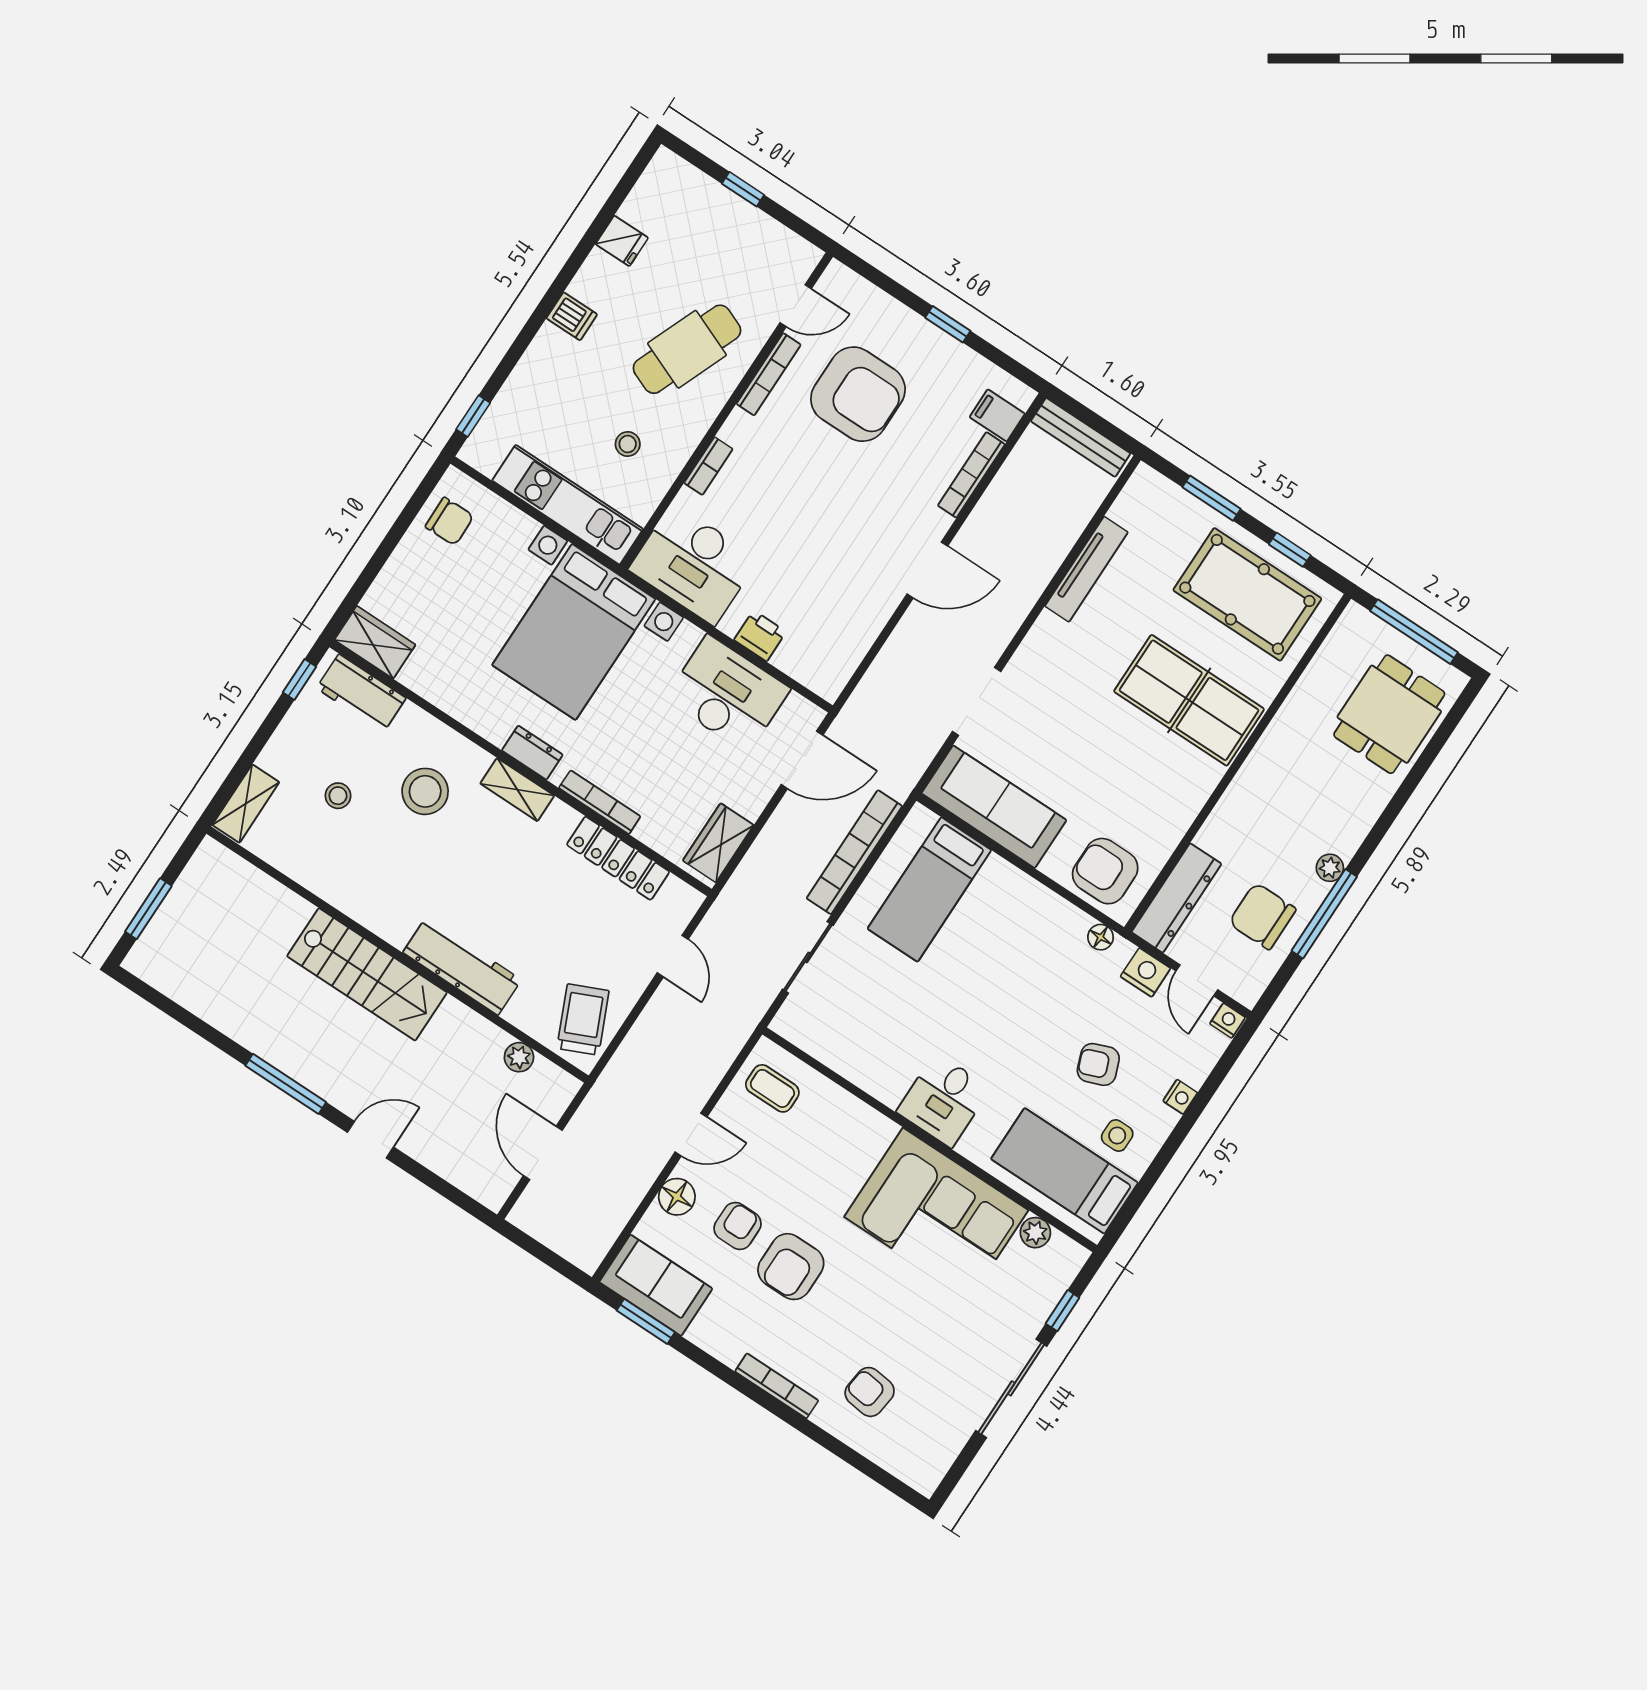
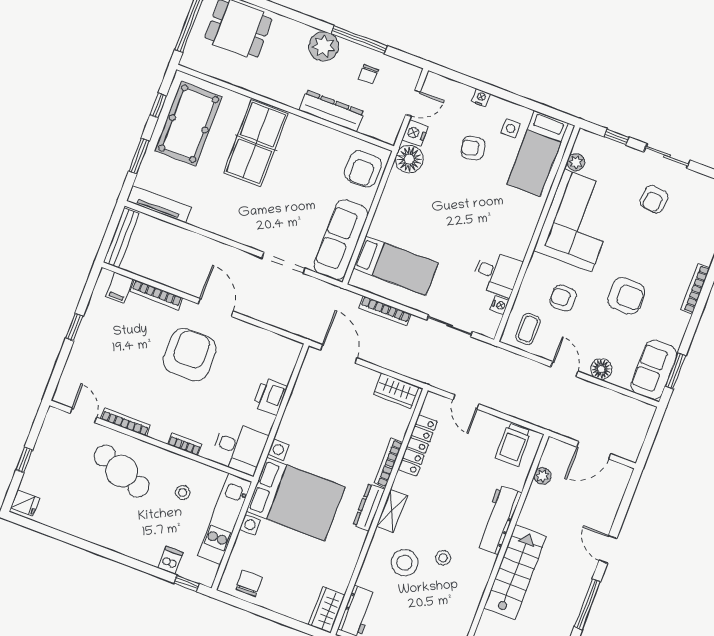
fridge: (622, 241) -> (25, 503), moved, turned 90
dishwasher: (572, 316) -> (171, 560), moved
armchair: (858, 394) -> (190, 355), moved
desk: (693, 564) -> (239, 448), width x0.73
tv unit: (1086, 569) -> (159, 204), moved
printer: (760, 636) -> (270, 397), width x1.36, depth x1.24
desk: (727, 694) -> (311, 404), removed
dresser: (532, 753) -> (369, 507), width x1.44
stool: (338, 796) -> (443, 558), moved
bookcase: (854, 852) -> (385, 311), width x0.68, depth x0.76
plant: (1330, 868) -> (324, 46), width x1.88, depth x1.88
dresser: (1176, 898) -> (332, 111), moved
chair: (1262, 916) -> (368, 74), width x0.54, depth x0.54
floor lamp: (1101, 937) -> (409, 159), width x1.89, depth x1.89
door: (673, 956) -> (466, 402), swing flipped
trolley: (583, 1020) -> (513, 445), turned -66
nightstand: (1227, 1021) -> (500, 305), moved, turned 180
armchair: (1098, 1064) -> (473, 148), turned 100
desk: (944, 1100) -> (497, 273), moved
armchair: (738, 1226) -> (563, 298), moved
sliding door: (1011, 1388) -> (667, 156), width x0.73
armchair: (870, 1392) -> (654, 199), moved

